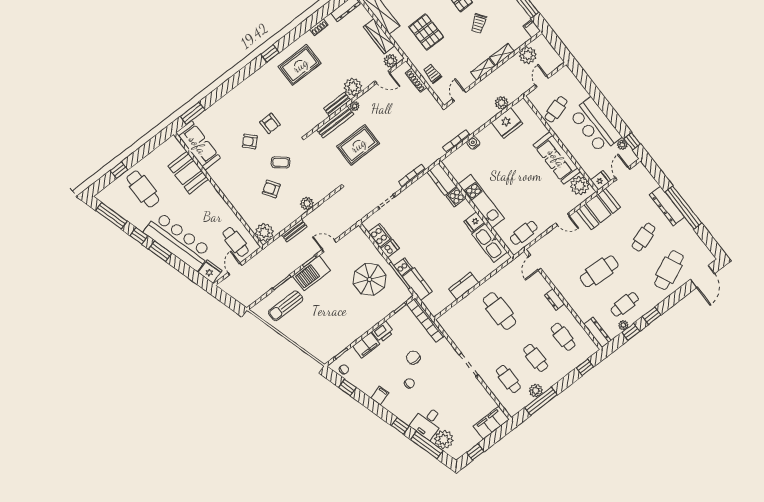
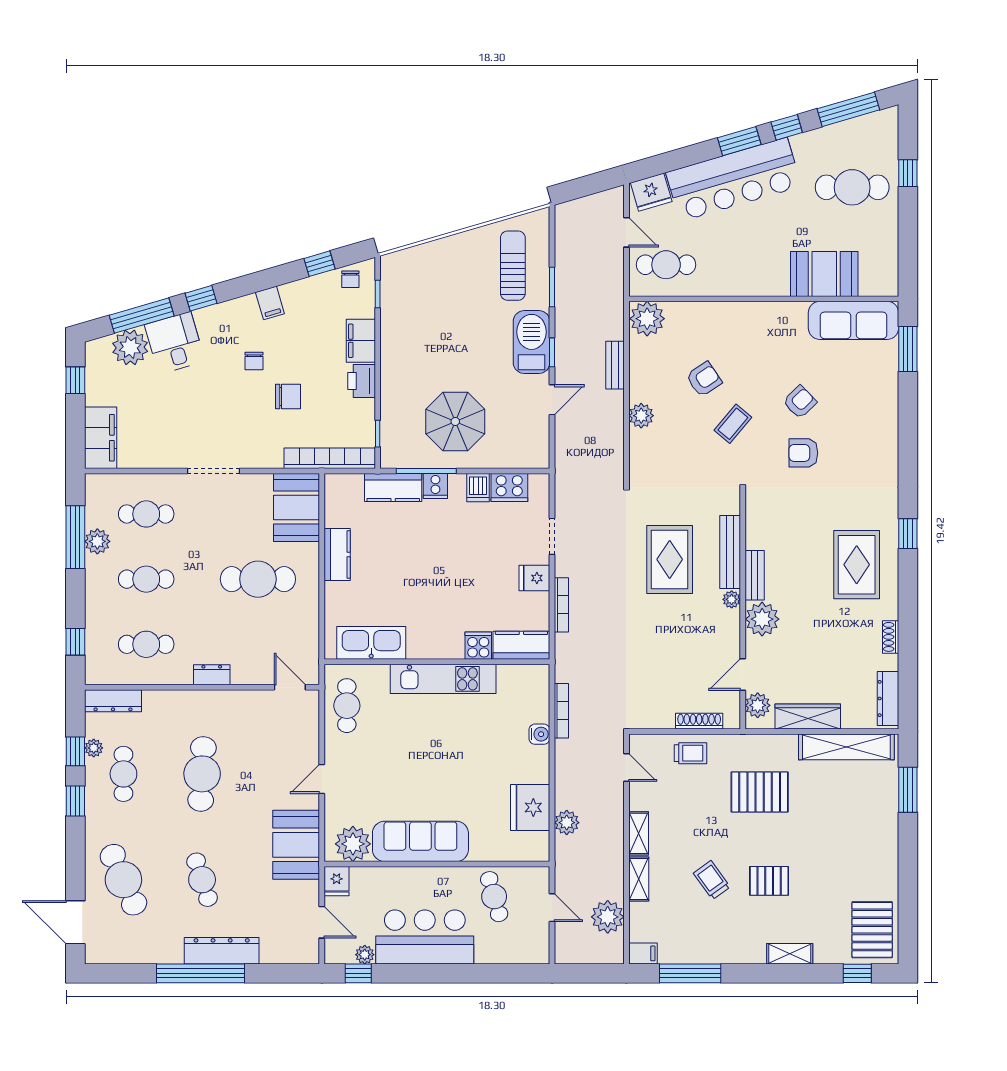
fridge: (474, 222) -> (534, 578), moved, turned -90
booth: (457, 318) -> (297, 508), added

